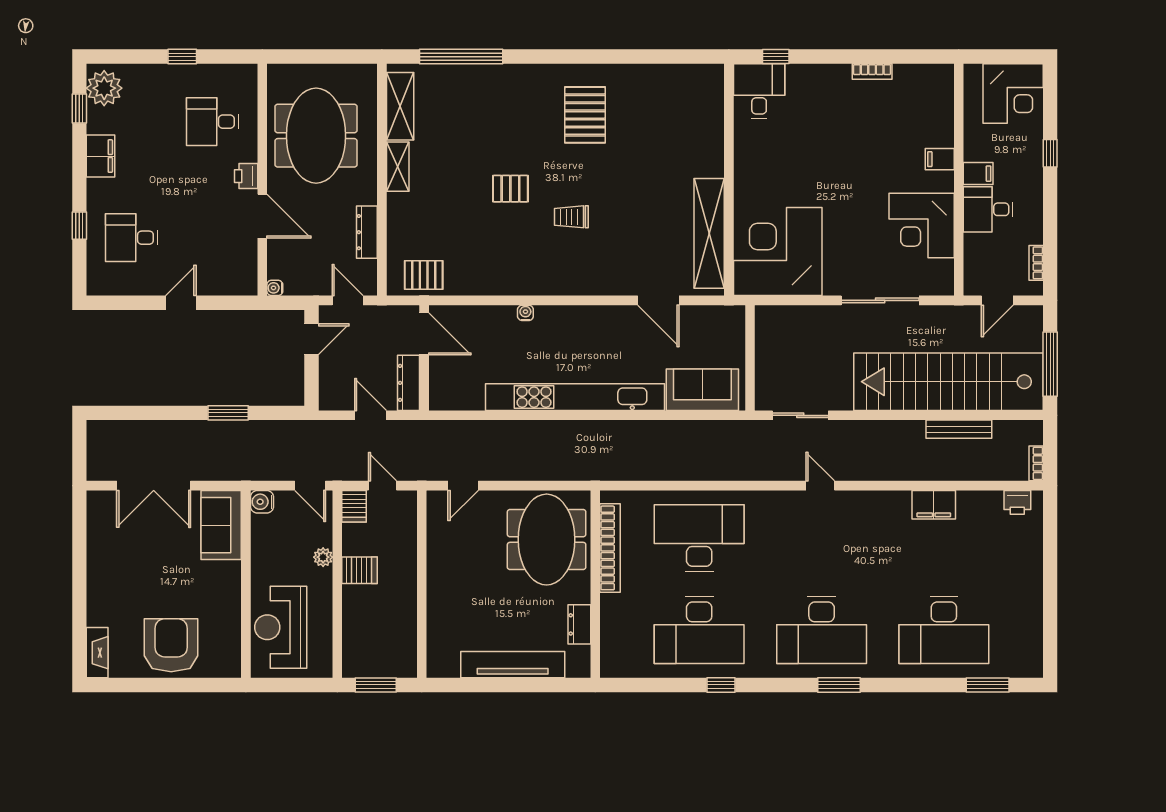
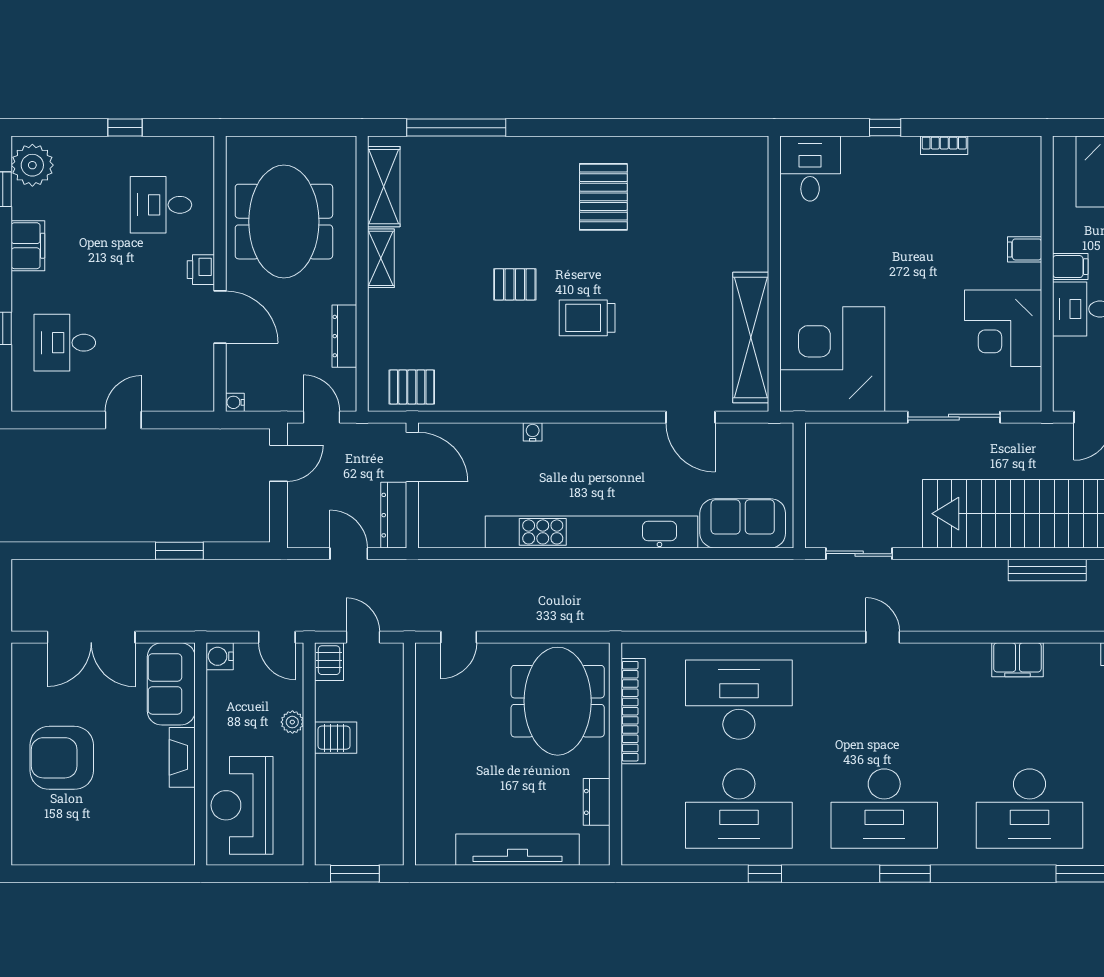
window: (776, 57) -> (885, 128), moved
trolley: (571, 217) -> (587, 318), width x1.36, depth x1.39
armchair: (171, 645) -> (62, 758), moved, turned -90
fireplace: (97, 653) -> (182, 757), moved, turned 180

